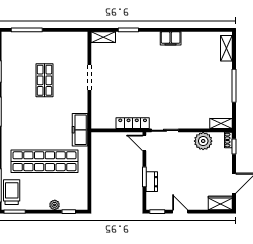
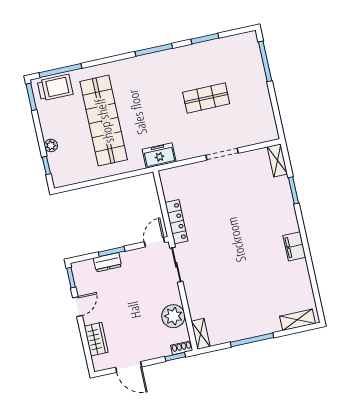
freezer: (80, 130) -> (159, 155), width x0.71
wardrobe: (220, 203) -> (96, 339), moved

